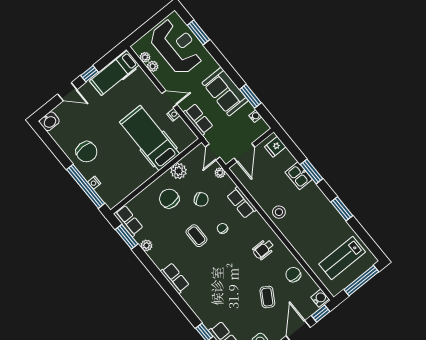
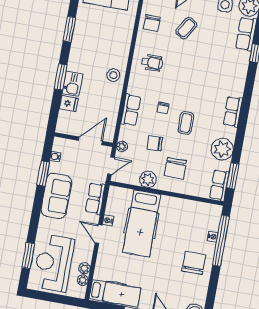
fridge: (275, 147) -> (69, 103), moved
chair: (201, 199) -> (155, 143), turned -62
plant: (146, 245) -> (222, 149), width x1.87, depth x1.87

